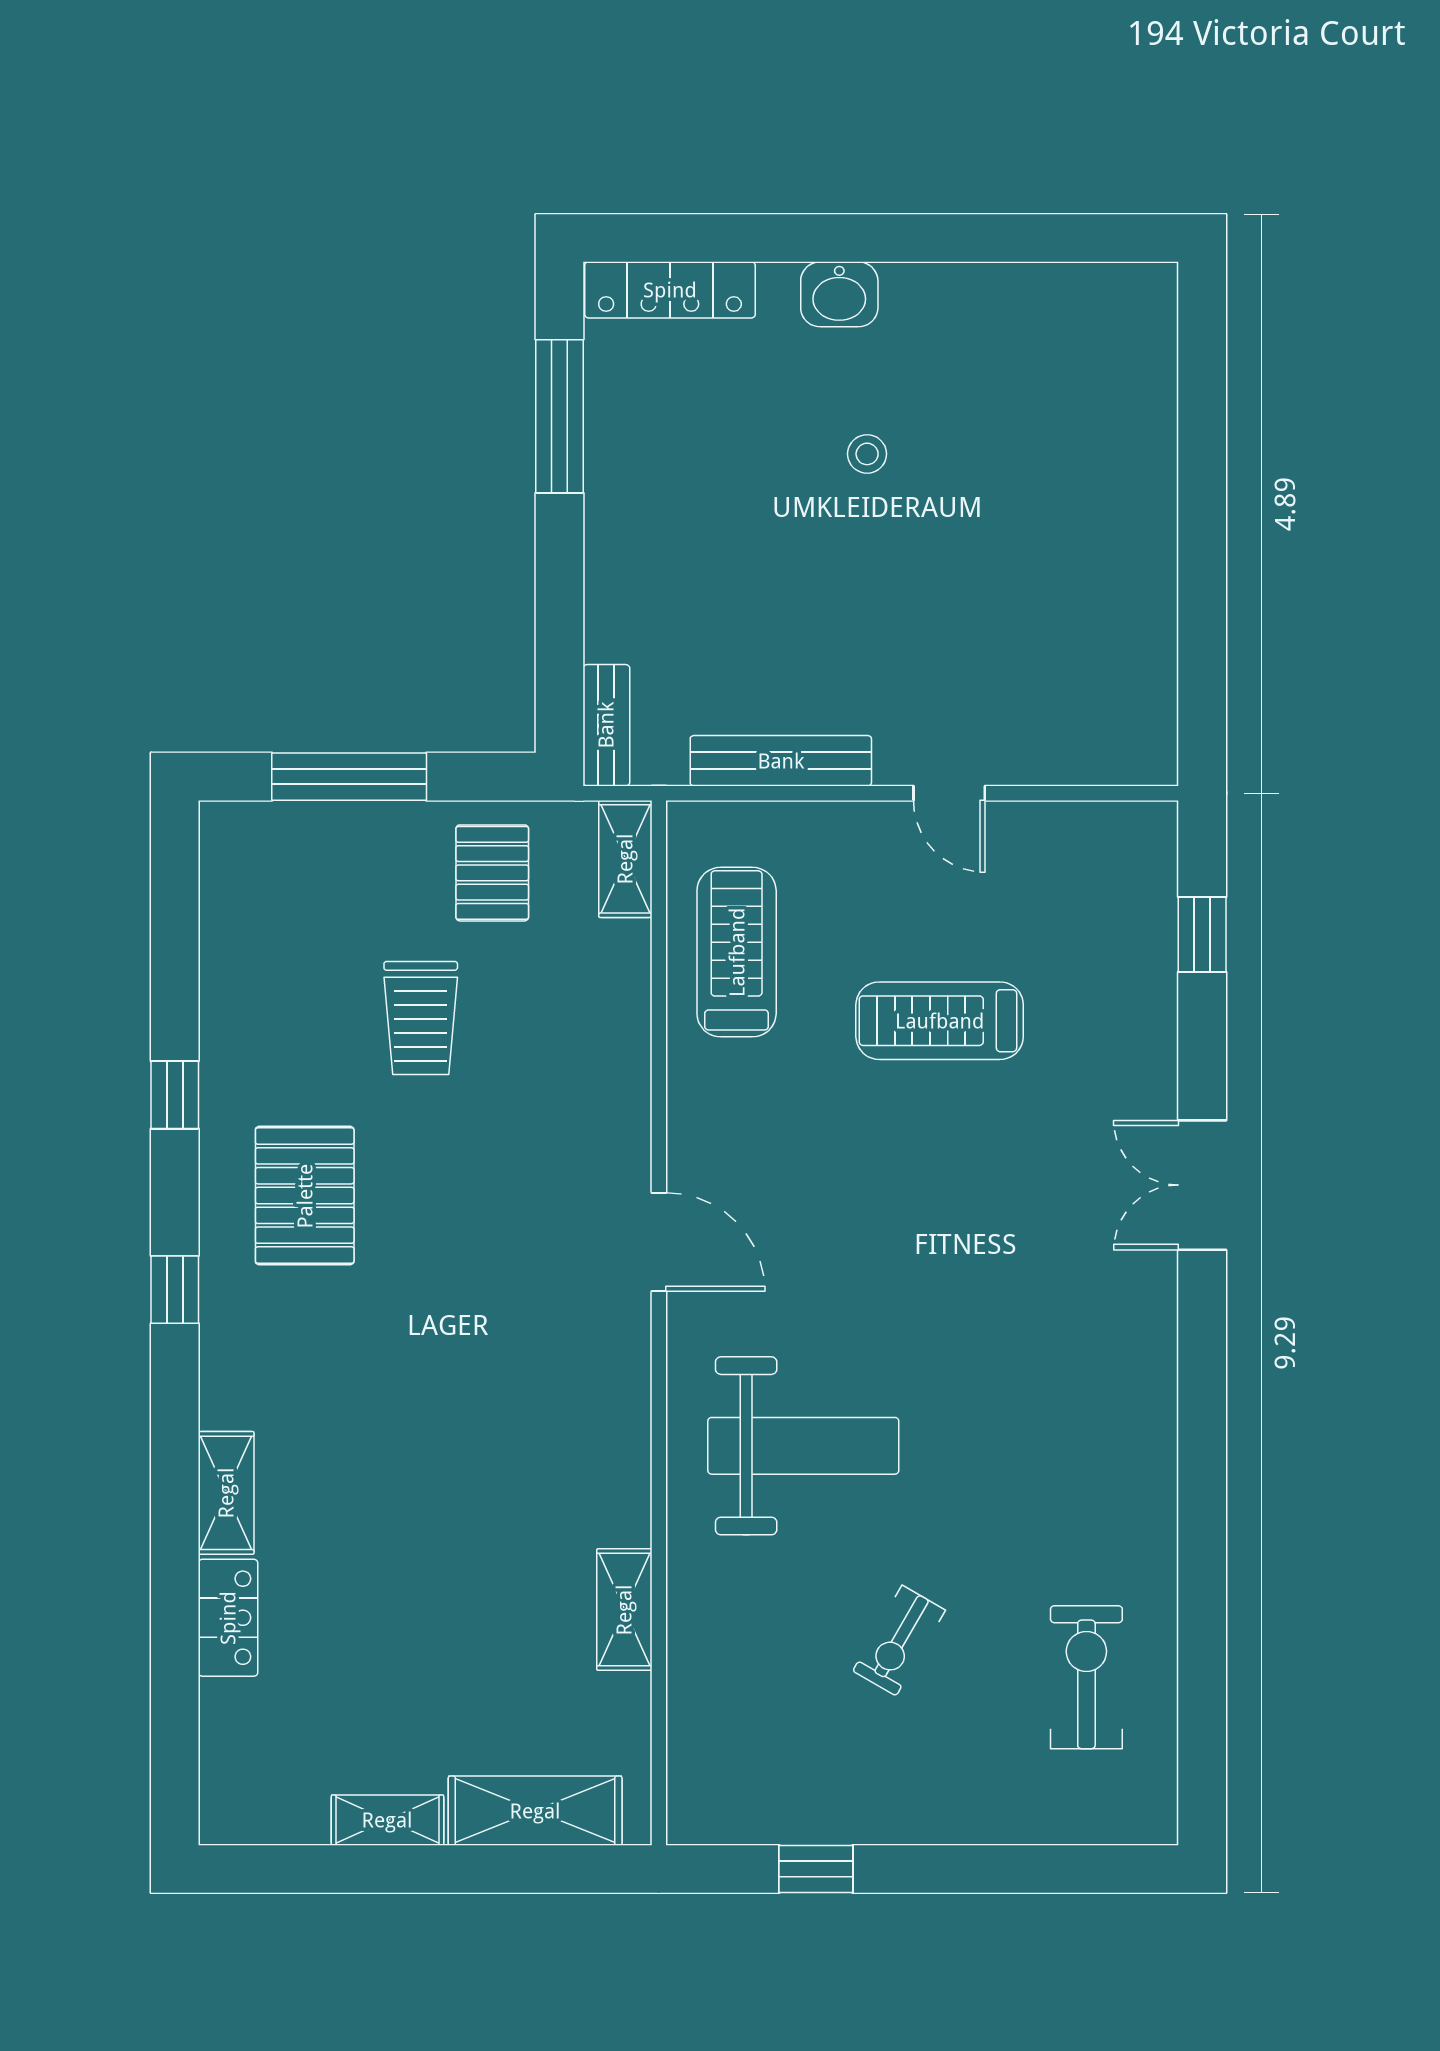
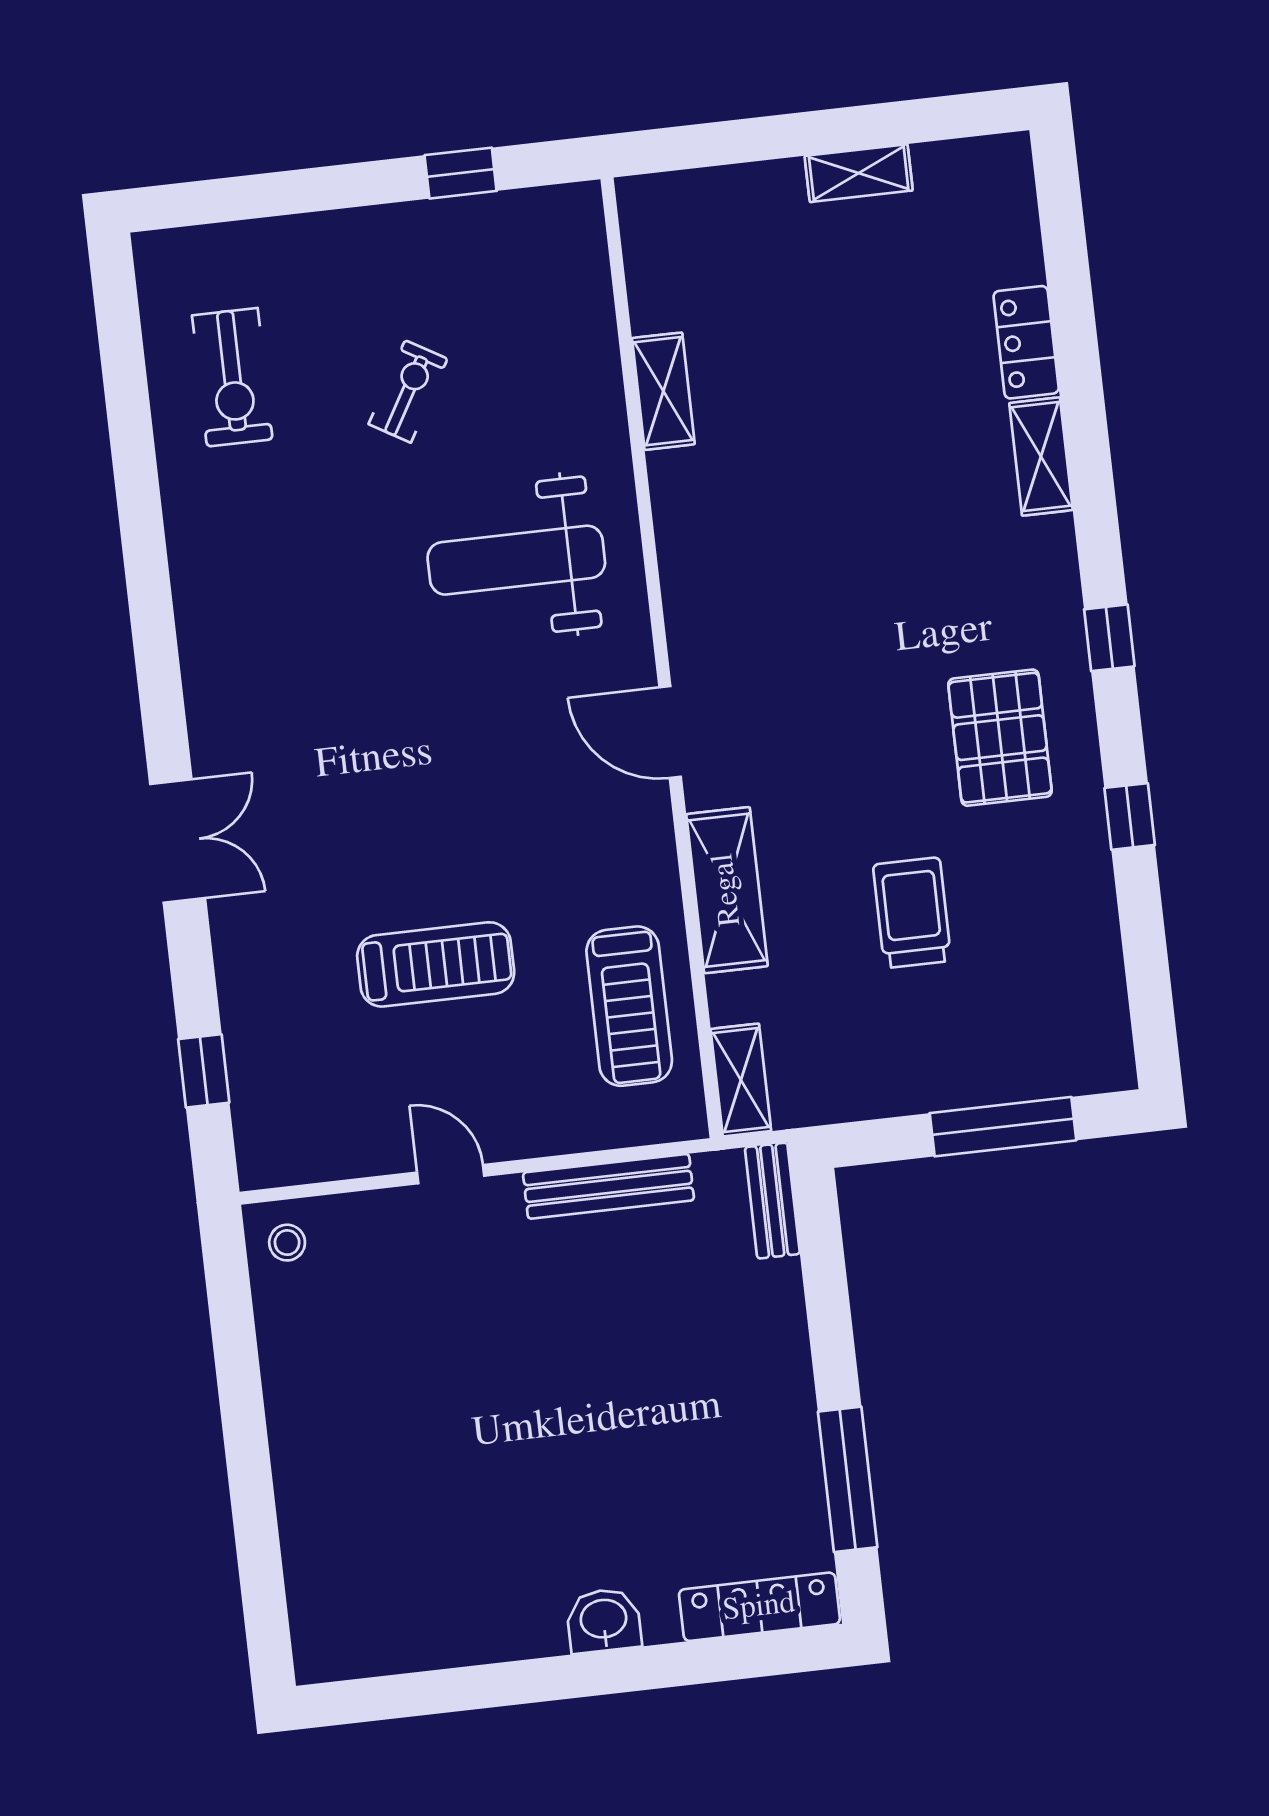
stool: (867, 454) -> (287, 1243), moved
pallet: (492, 873) -> (862, 1053), removed
shelving: (535, 1811) -> (727, 890), moved, turned 90

